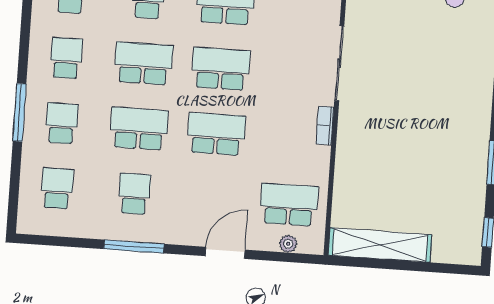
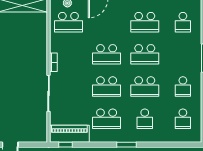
school desk: (62, 123) -> (183, 54), removed
school desk: (134, 194) -> (145, 22), width x1.85

